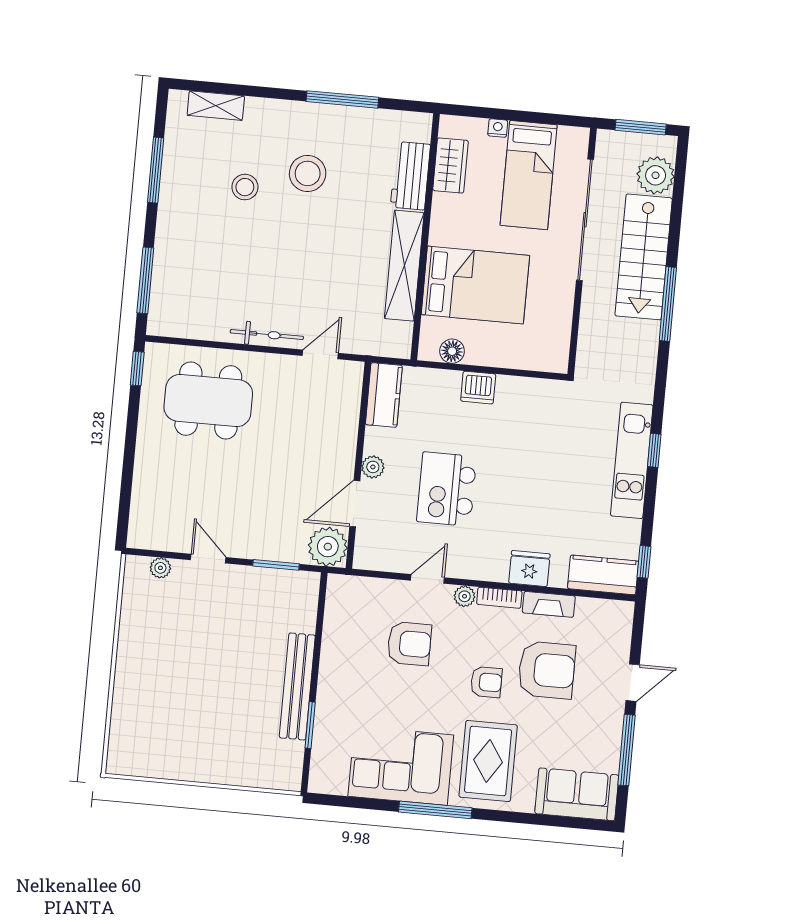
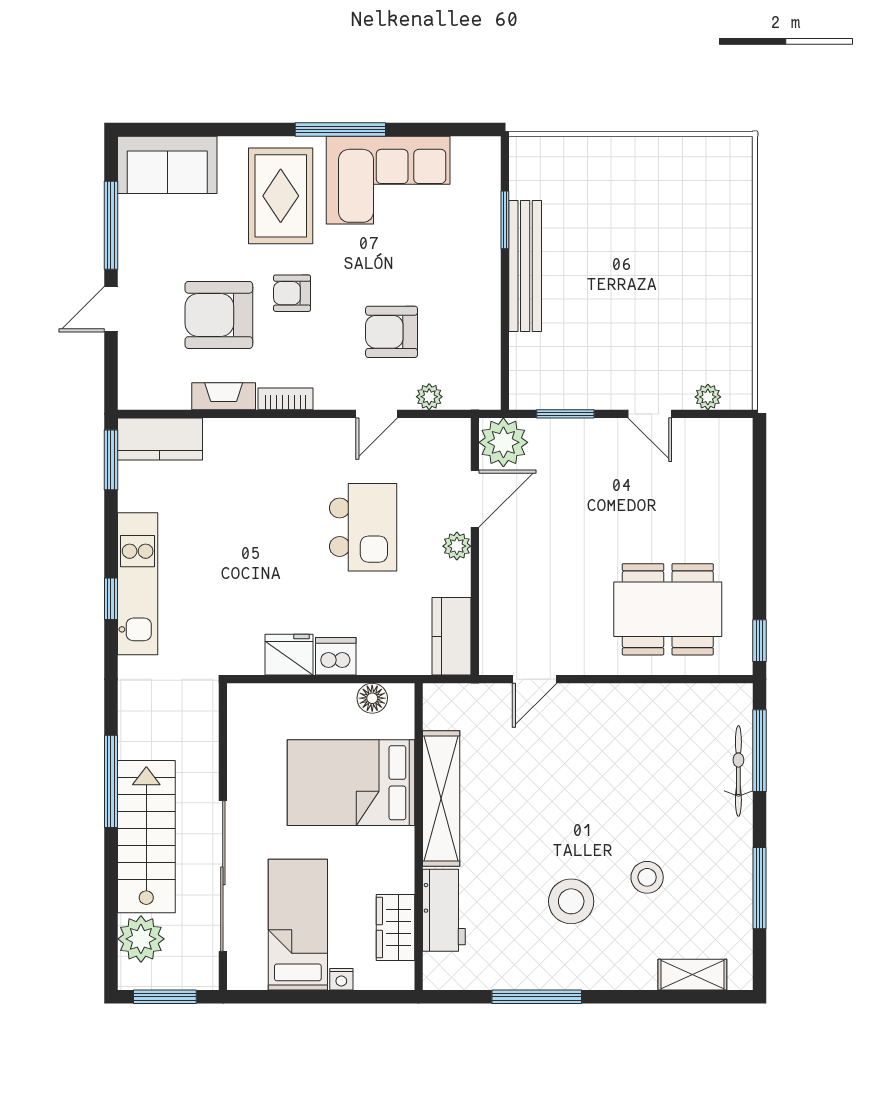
bicycle: (267, 335) -> (738, 771), moved, turned 90
window: (644, 562) -> (111, 460), width x1.50
fridge: (529, 569) -> (289, 655), moved, turned 180
plant: (465, 596) -> (429, 397), moved

